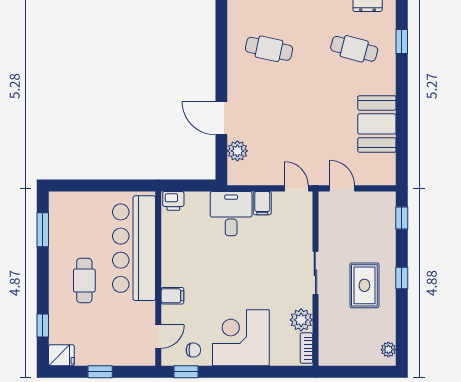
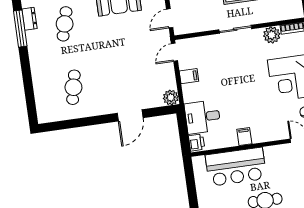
plant: (237, 151) -> (171, 97), moved
desk: (231, 214) -> (203, 117), moved
bar counter: (134, 248) -> (236, 167), width x0.73
filing cabinet: (172, 296) -> (244, 136), moved

